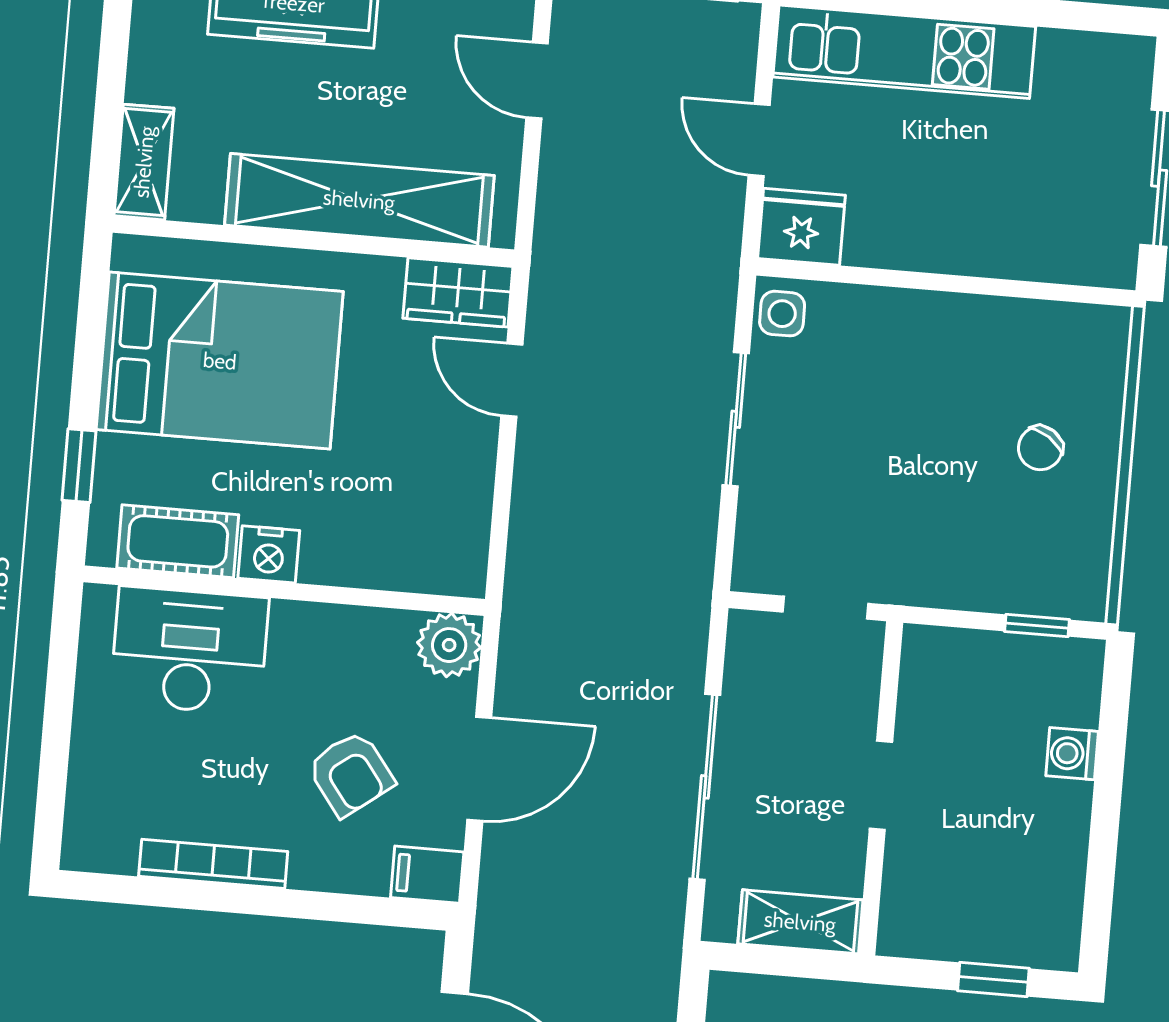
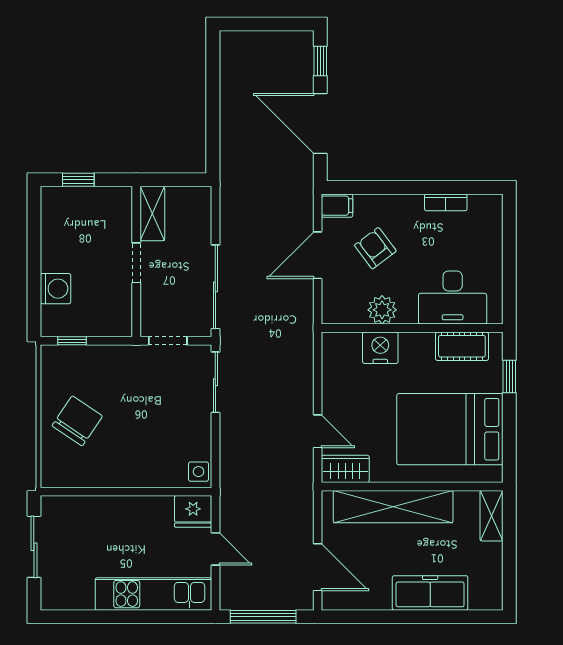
door: (537, 81) -> (318, 567), width x1.38
sliding door: (736, 419) -> (215, 382), moved
chair: (1040, 448) -> (77, 421), width x1.87, depth x1.87
nightstand: (269, 554) -> (380, 348), moved, width x1.36, depth x1.33
plant: (449, 645) -> (382, 310), moved
washing machine: (1072, 754) -> (56, 289), width x1.38, depth x1.38
sliding door: (705, 787) -> (215, 287), moved
bookcase: (213, 864) -> (446, 202), width x0.64
shelving: (800, 922) -> (152, 213), moved, turned 90

